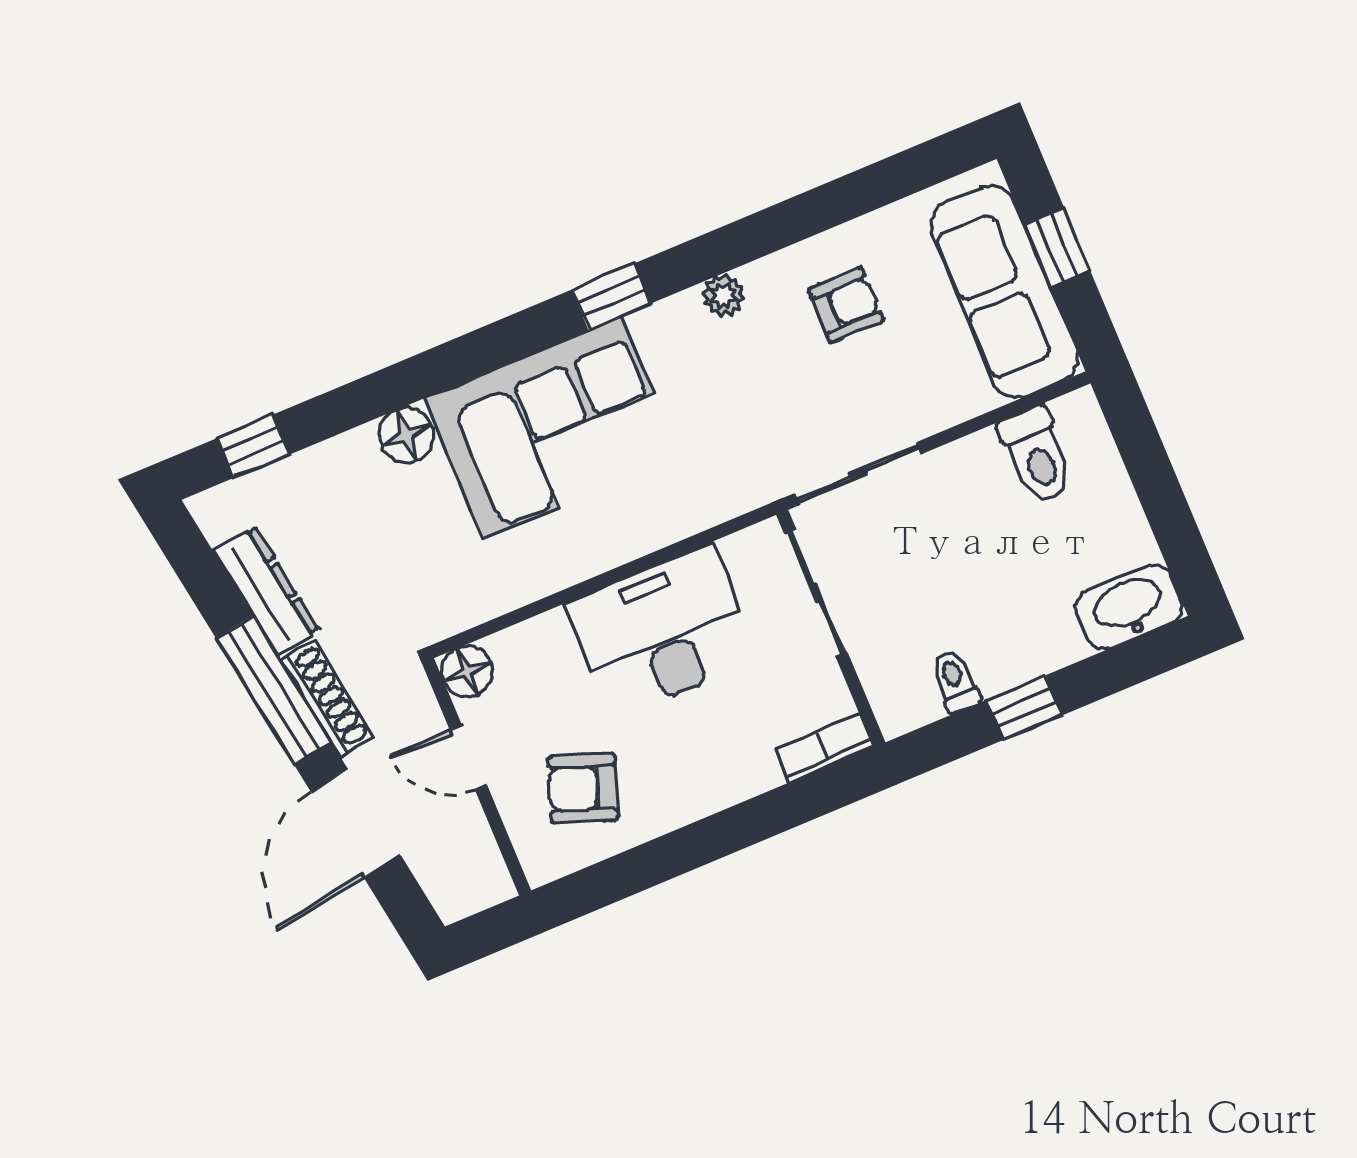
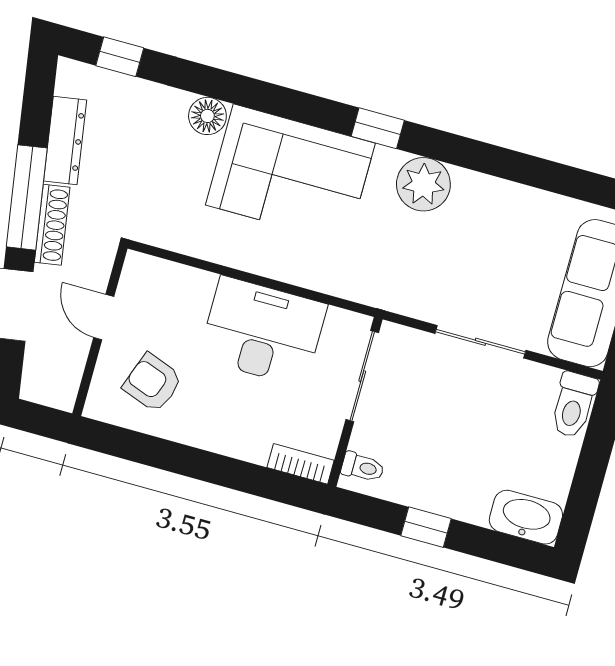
plant: (723, 296) -> (423, 184), width x1.88, depth x1.88
armchair: (846, 305) -> (501, 233), removed
toilet: (1037, 455) -> (574, 405), moved
sliding door: (858, 474) -> (480, 342), moved
floor lamp: (467, 672) -> (140, 270), removed
toilet: (955, 681) -> (363, 467), moved, turned 90

